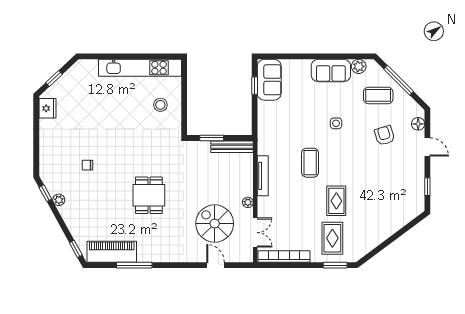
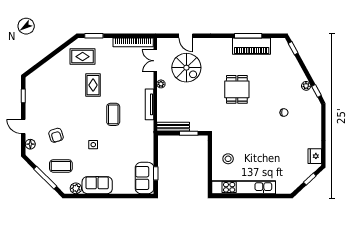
rug: (332, 238) -> (83, 57), moved, turned 90
piano: (112, 252) -> (252, 46), moved

